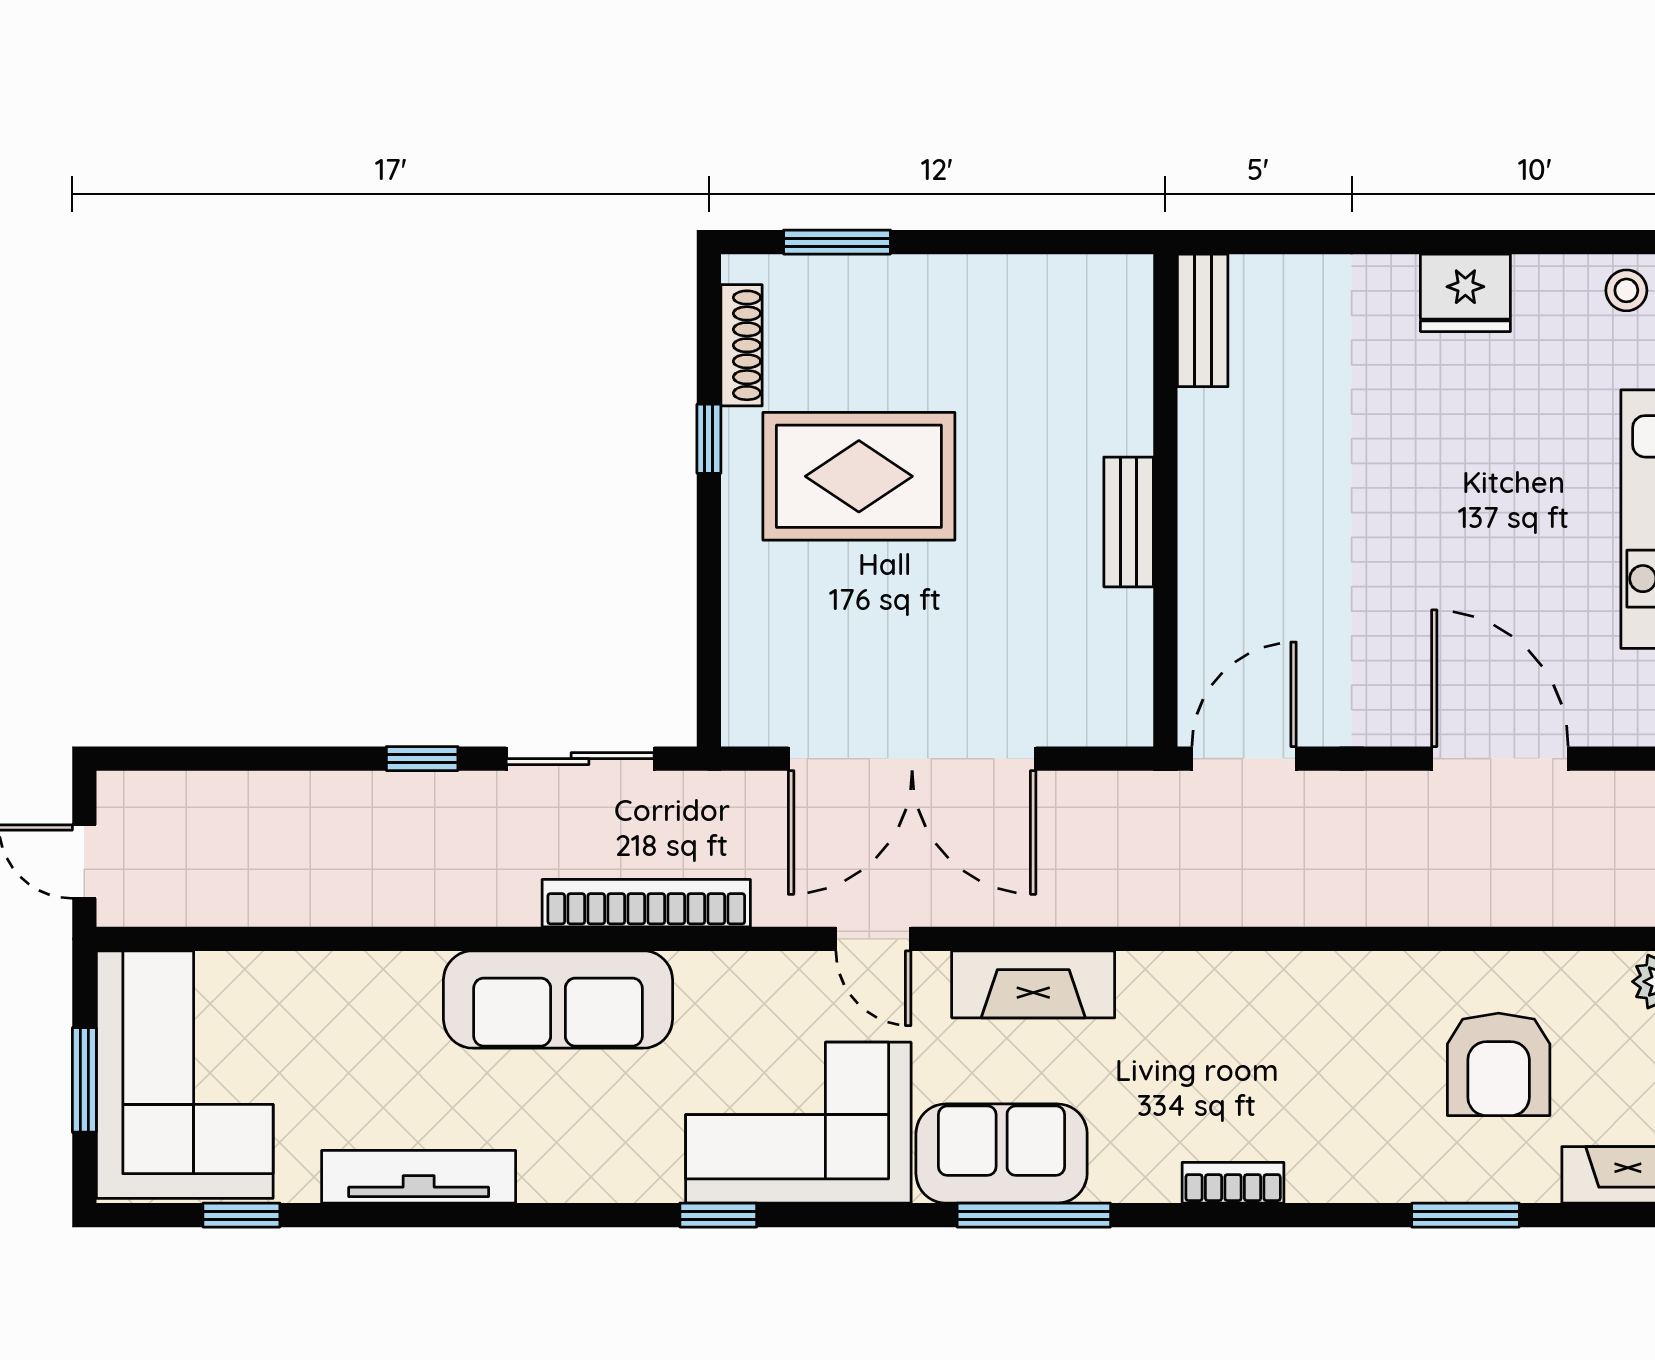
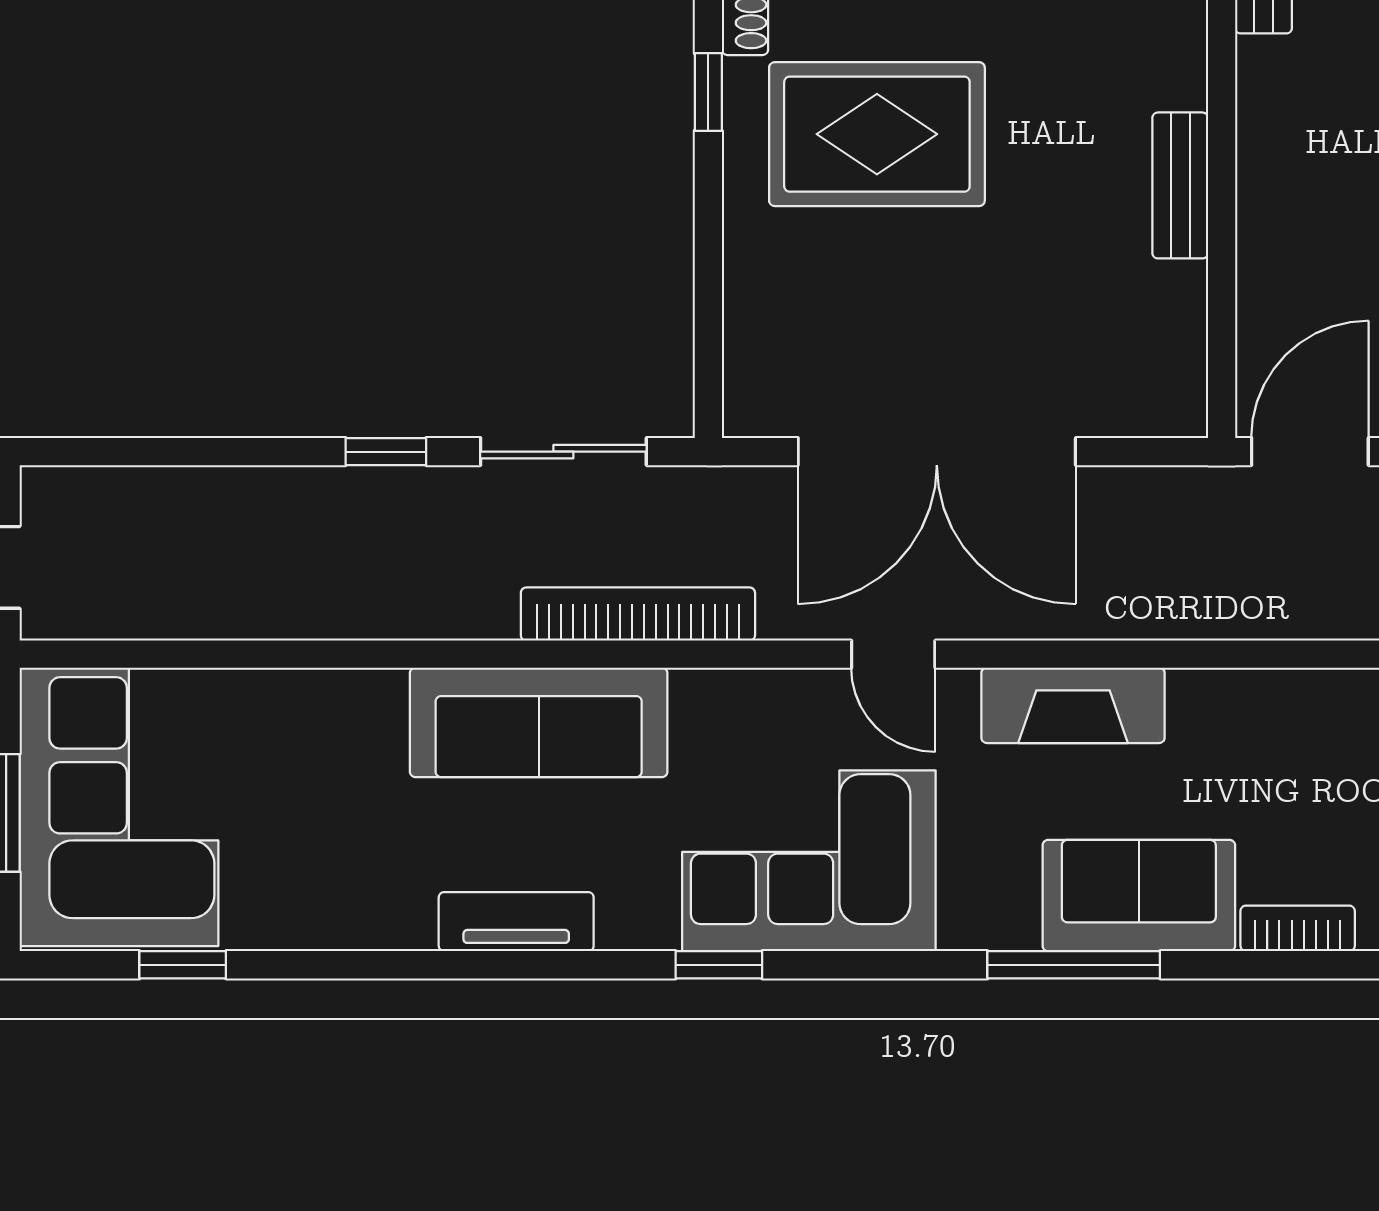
sofa: (1002, 1154) -> (1139, 896), moved
tv unit: (419, 1177) -> (516, 922), moved, width x0.71

